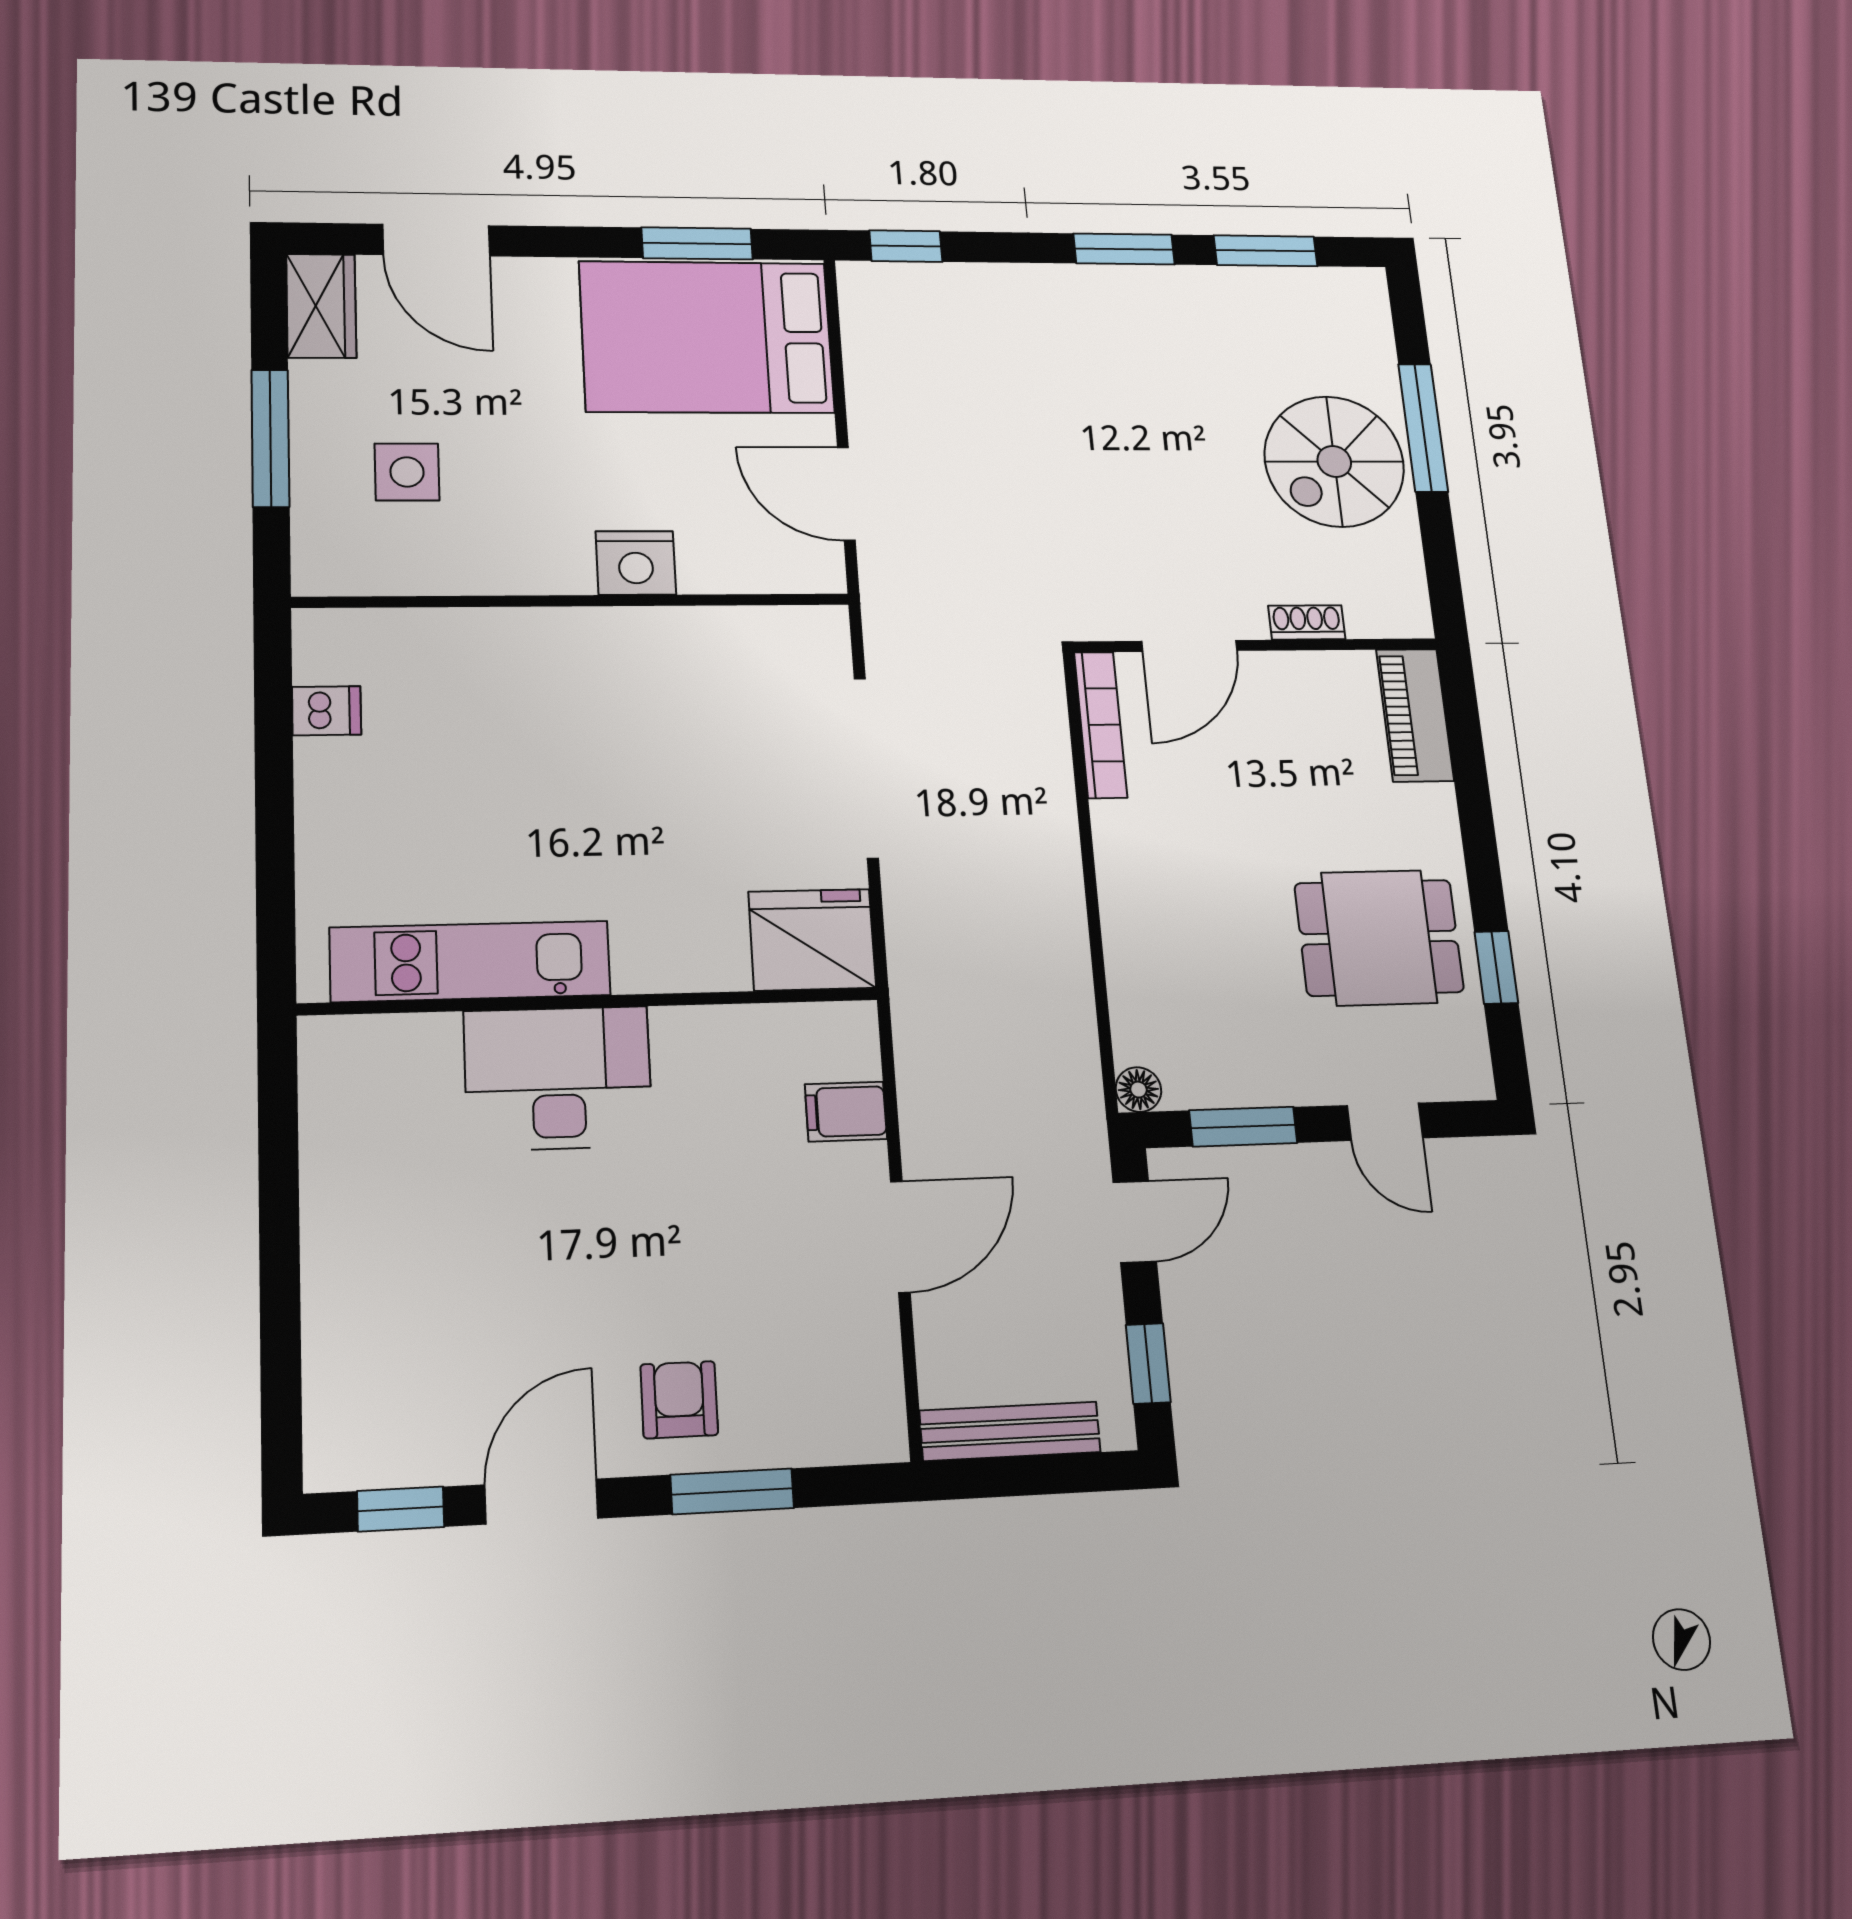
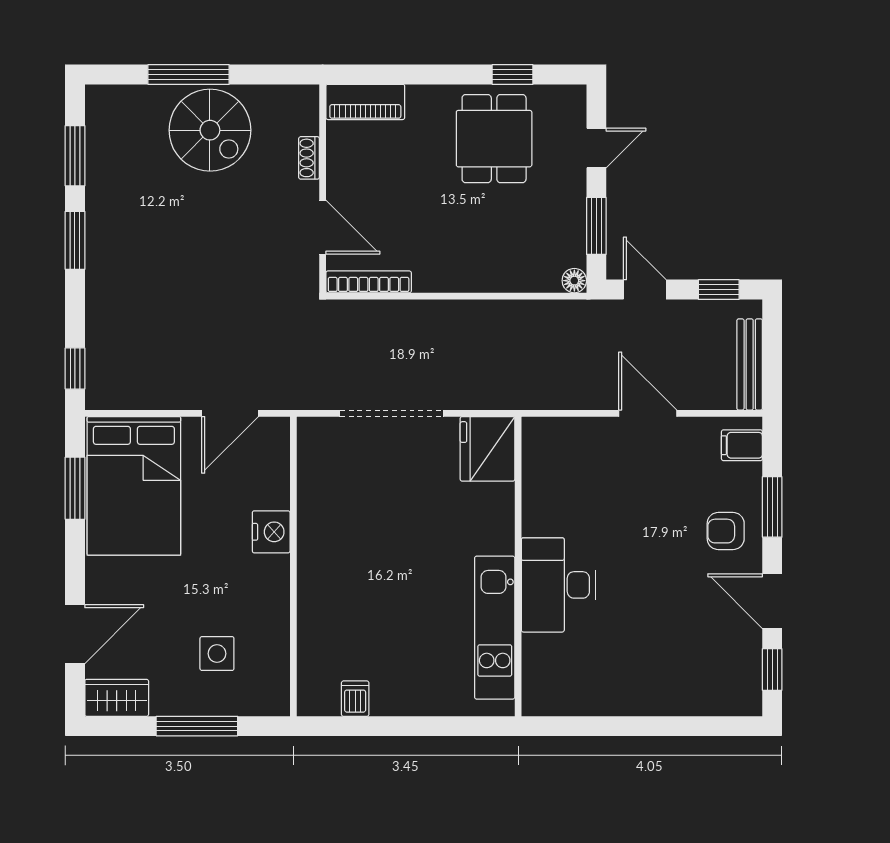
filing cabinet: (846, 1112) -> (742, 445), moved, turned 90

